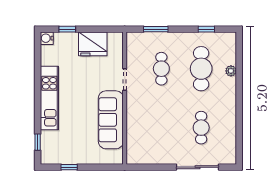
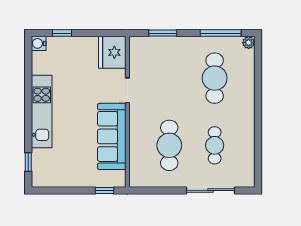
window: (206, 29) -> (221, 33), width x2.17
fridge: (93, 44) -> (112, 52), moved, turned 90
cafe table: (161, 69) -> (169, 145), moved, width x1.37, depth x1.35
plant: (231, 71) -> (249, 43), moved
window: (69, 167) -> (105, 190), moved

